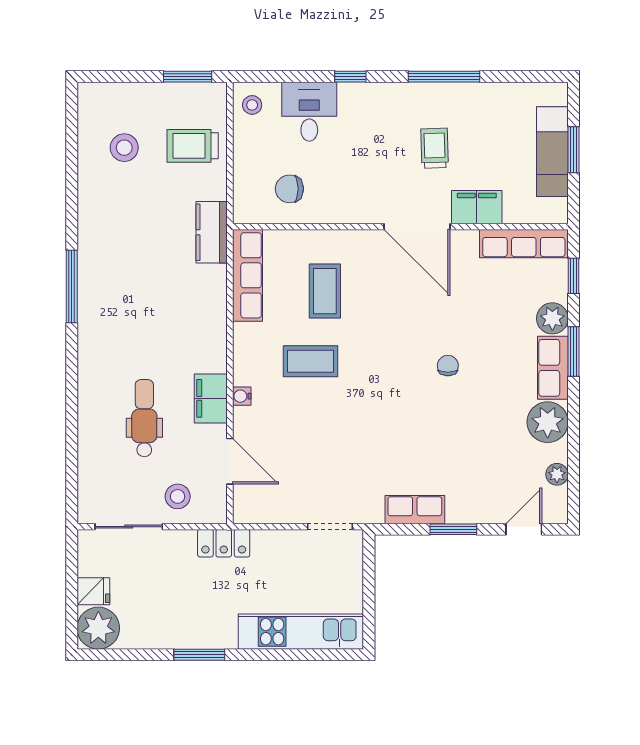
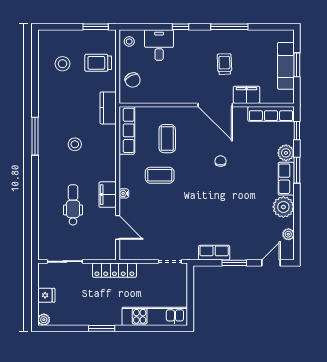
chair: (289, 189) -> (133, 80), moved, turned -116
chair: (448, 366) -> (220, 161), moved
stool: (178, 496) -> (75, 144), moved
locker: (224, 543) -> (114, 270), width x1.53
plant: (98, 628) -> (44, 320), width x0.53, depth x0.53

